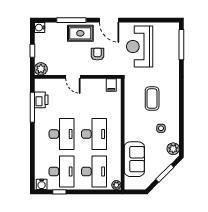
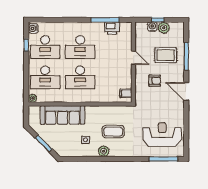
door: (109, 20) -> (186, 91), hinge flipped
water cooler: (40, 28) -> (152, 27), moved
rug: (80, 33) -> (166, 55), moved, turned 90
reception desk: (140, 47) -> (162, 135), moved
plant: (41, 69) -> (164, 28), moved
door: (73, 77) -> (133, 58), swing flipped
plant: (173, 149) -> (104, 151), moved
sofa: (134, 159) -> (63, 115), width x1.36

